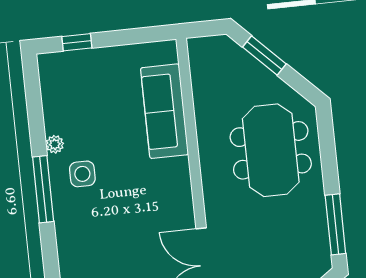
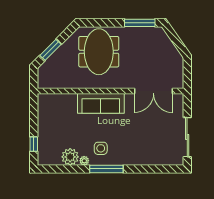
sofa: (165, 111) -> (101, 103), moved
plant: (59, 116) -> (70, 157), added
meeting table: (271, 150) -> (99, 52), turned 90

